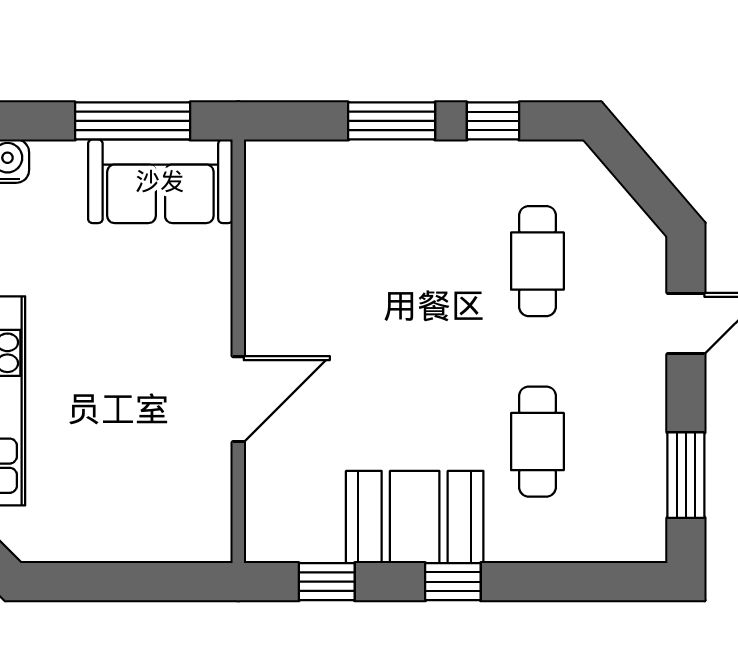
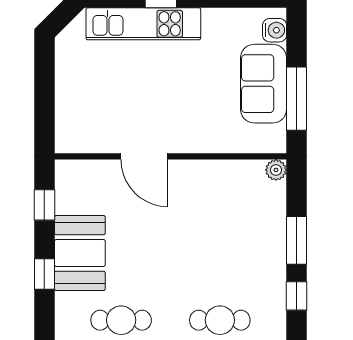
plant: (263, 159) -> (276, 170), added
sofa: (160, 181) -> (264, 84), moved

